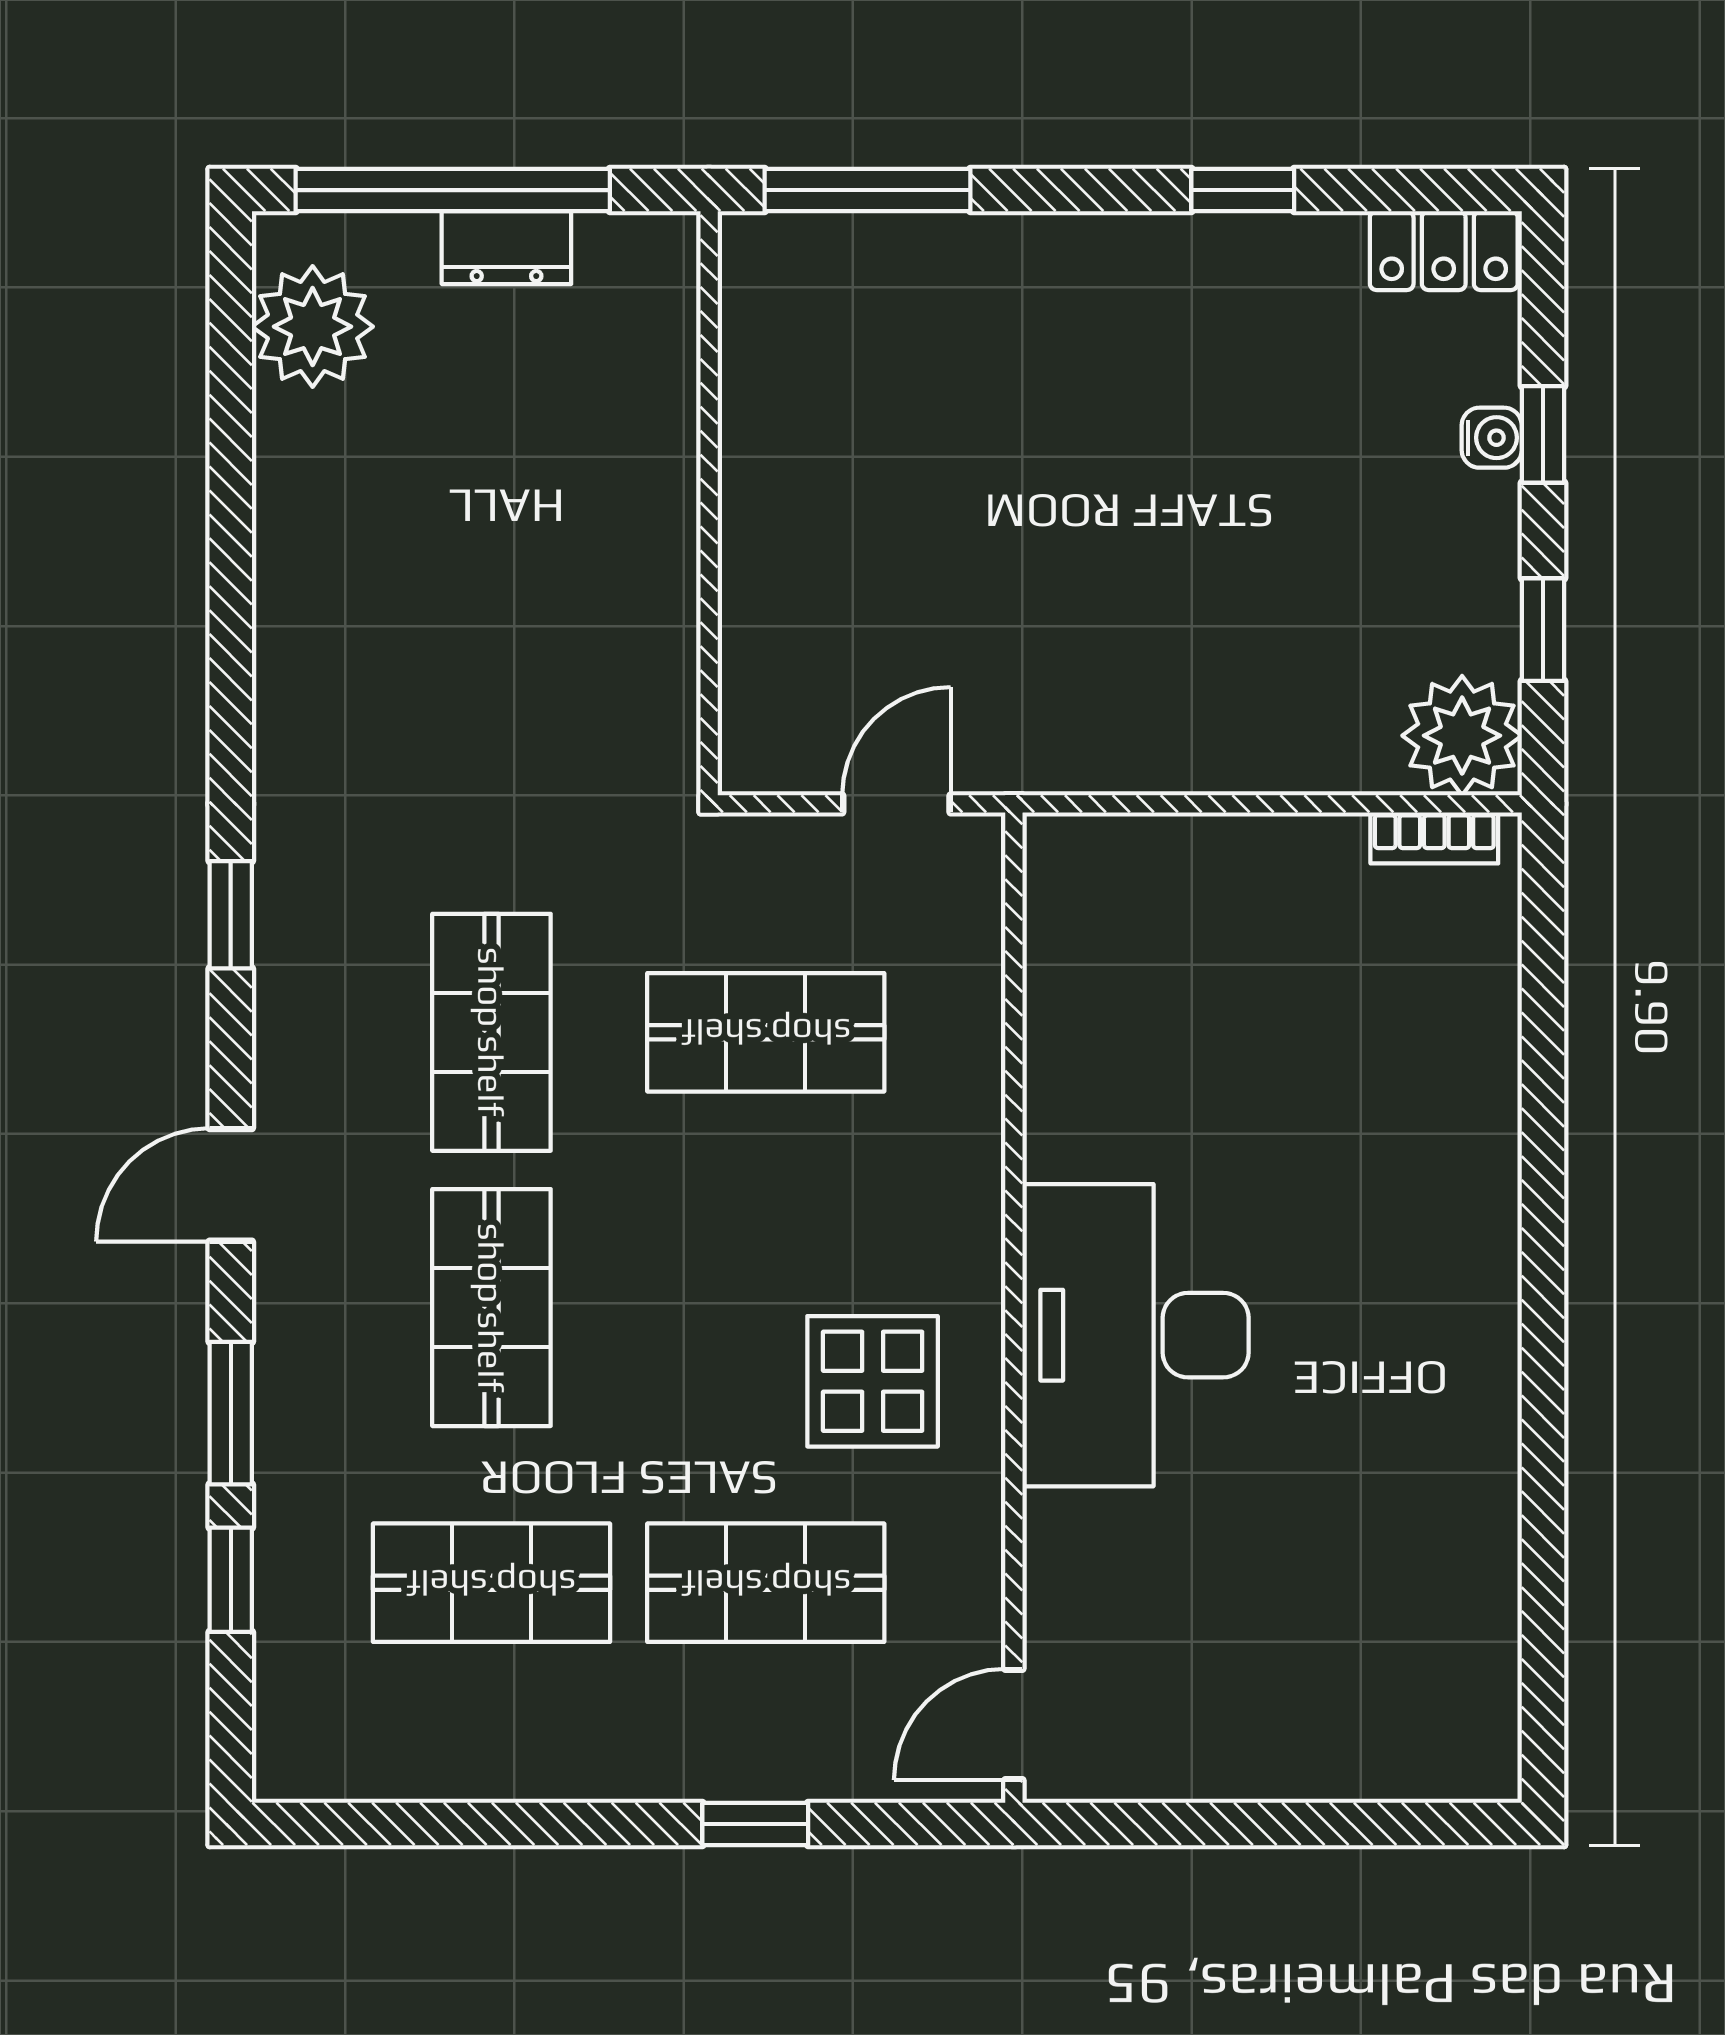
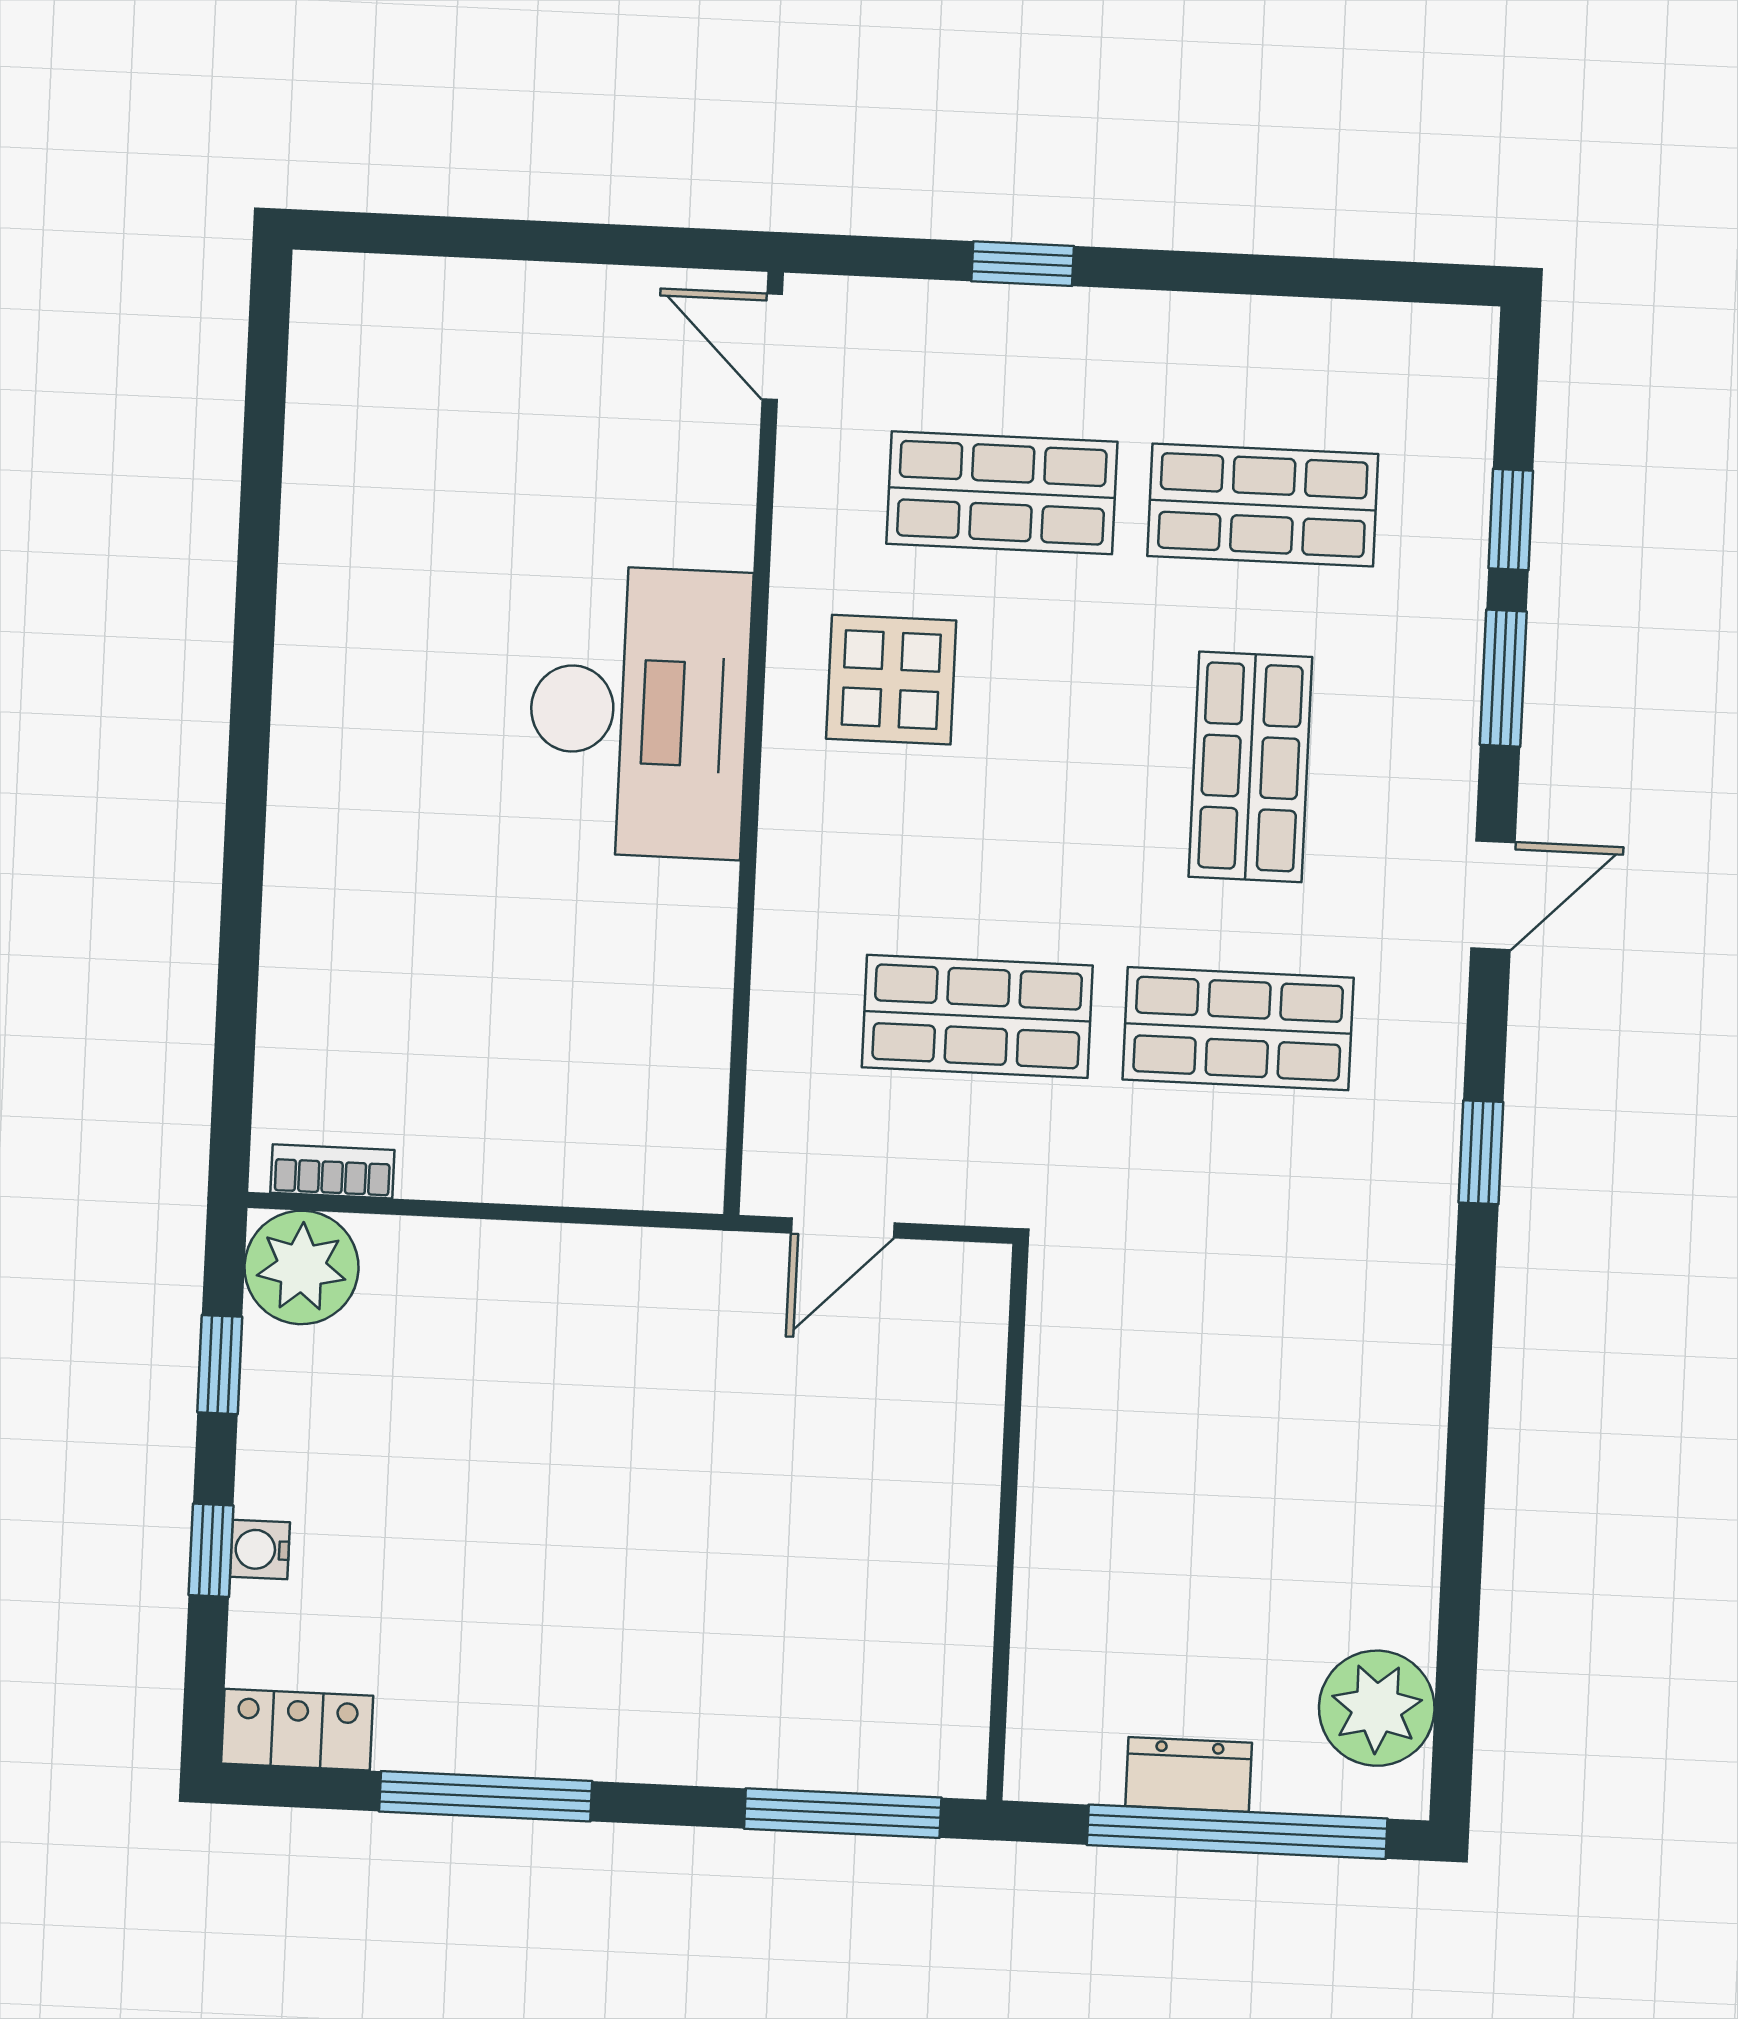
window: (1243, 190) -> (486, 1796), width x2.17
shop shelf: (491, 1032) -> (1238, 1029), turned 90
door: (1014, 1725) -> (772, 347), swing flipped

